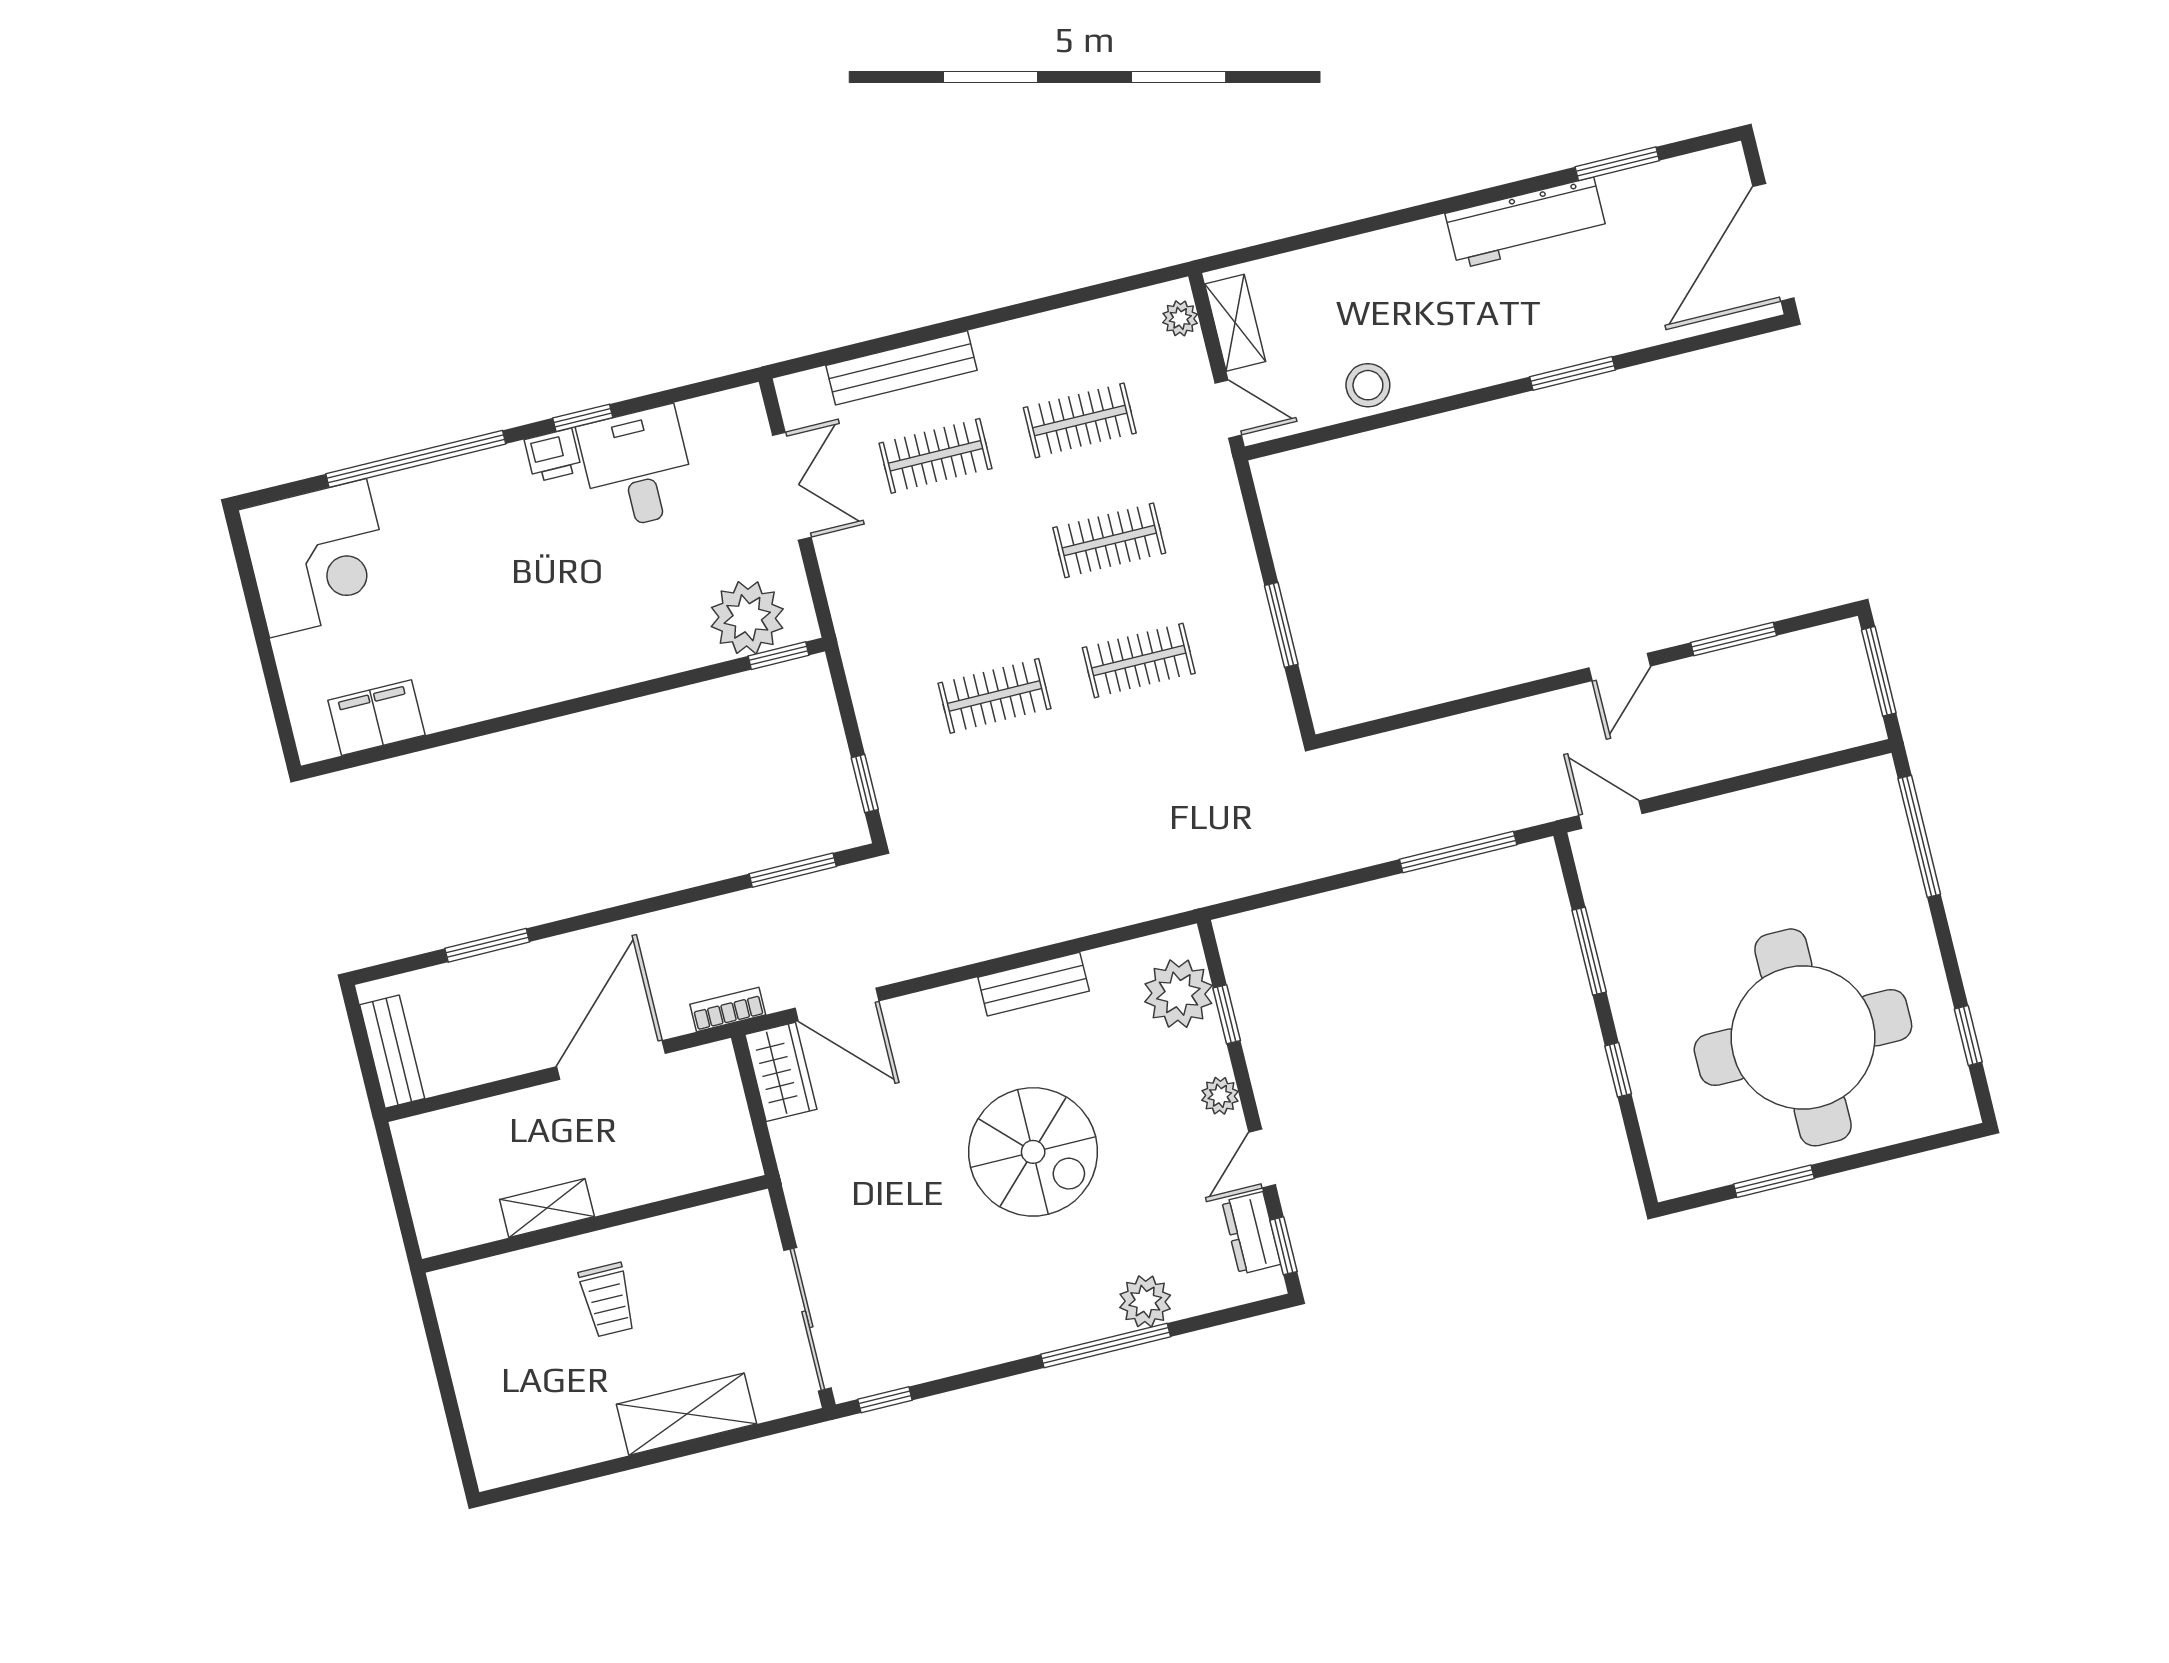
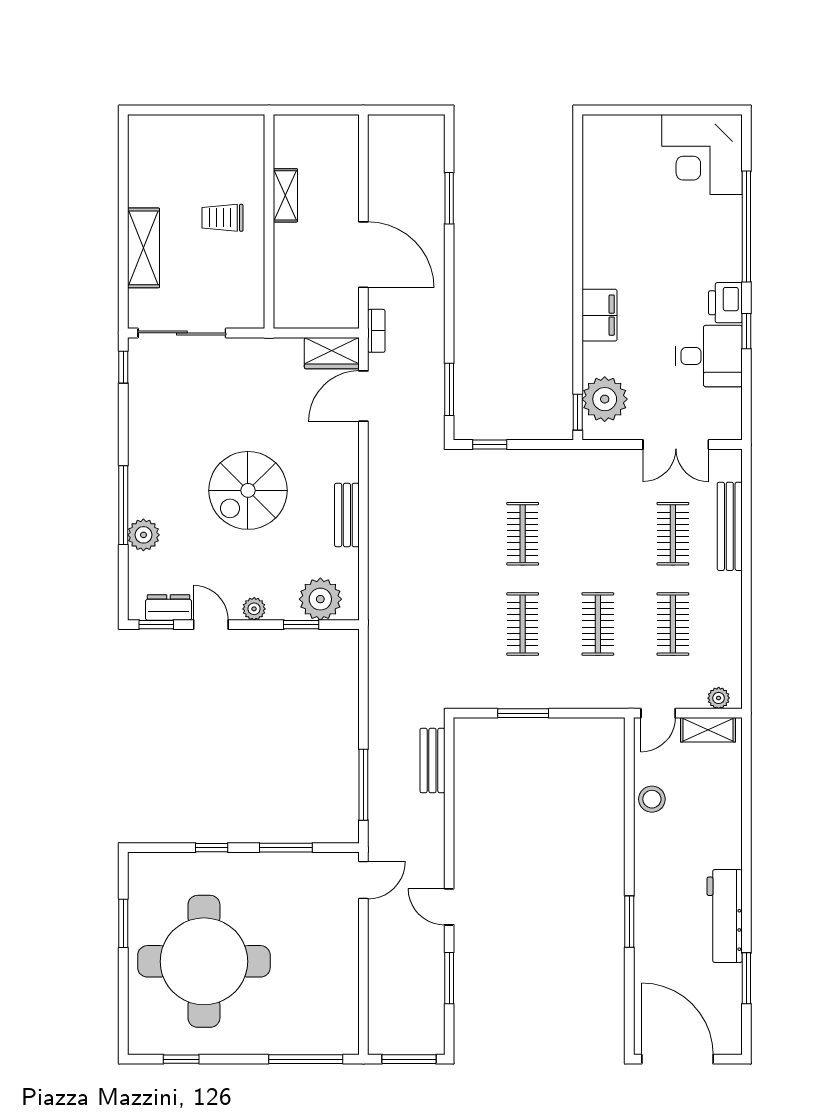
printer: (553, 455) -> (725, 303), width x1.36, depth x1.24
filing cabinet: (376, 718) -> (599, 315), moved
bench: (392, 1052) -> (432, 760), moved, turned 90

